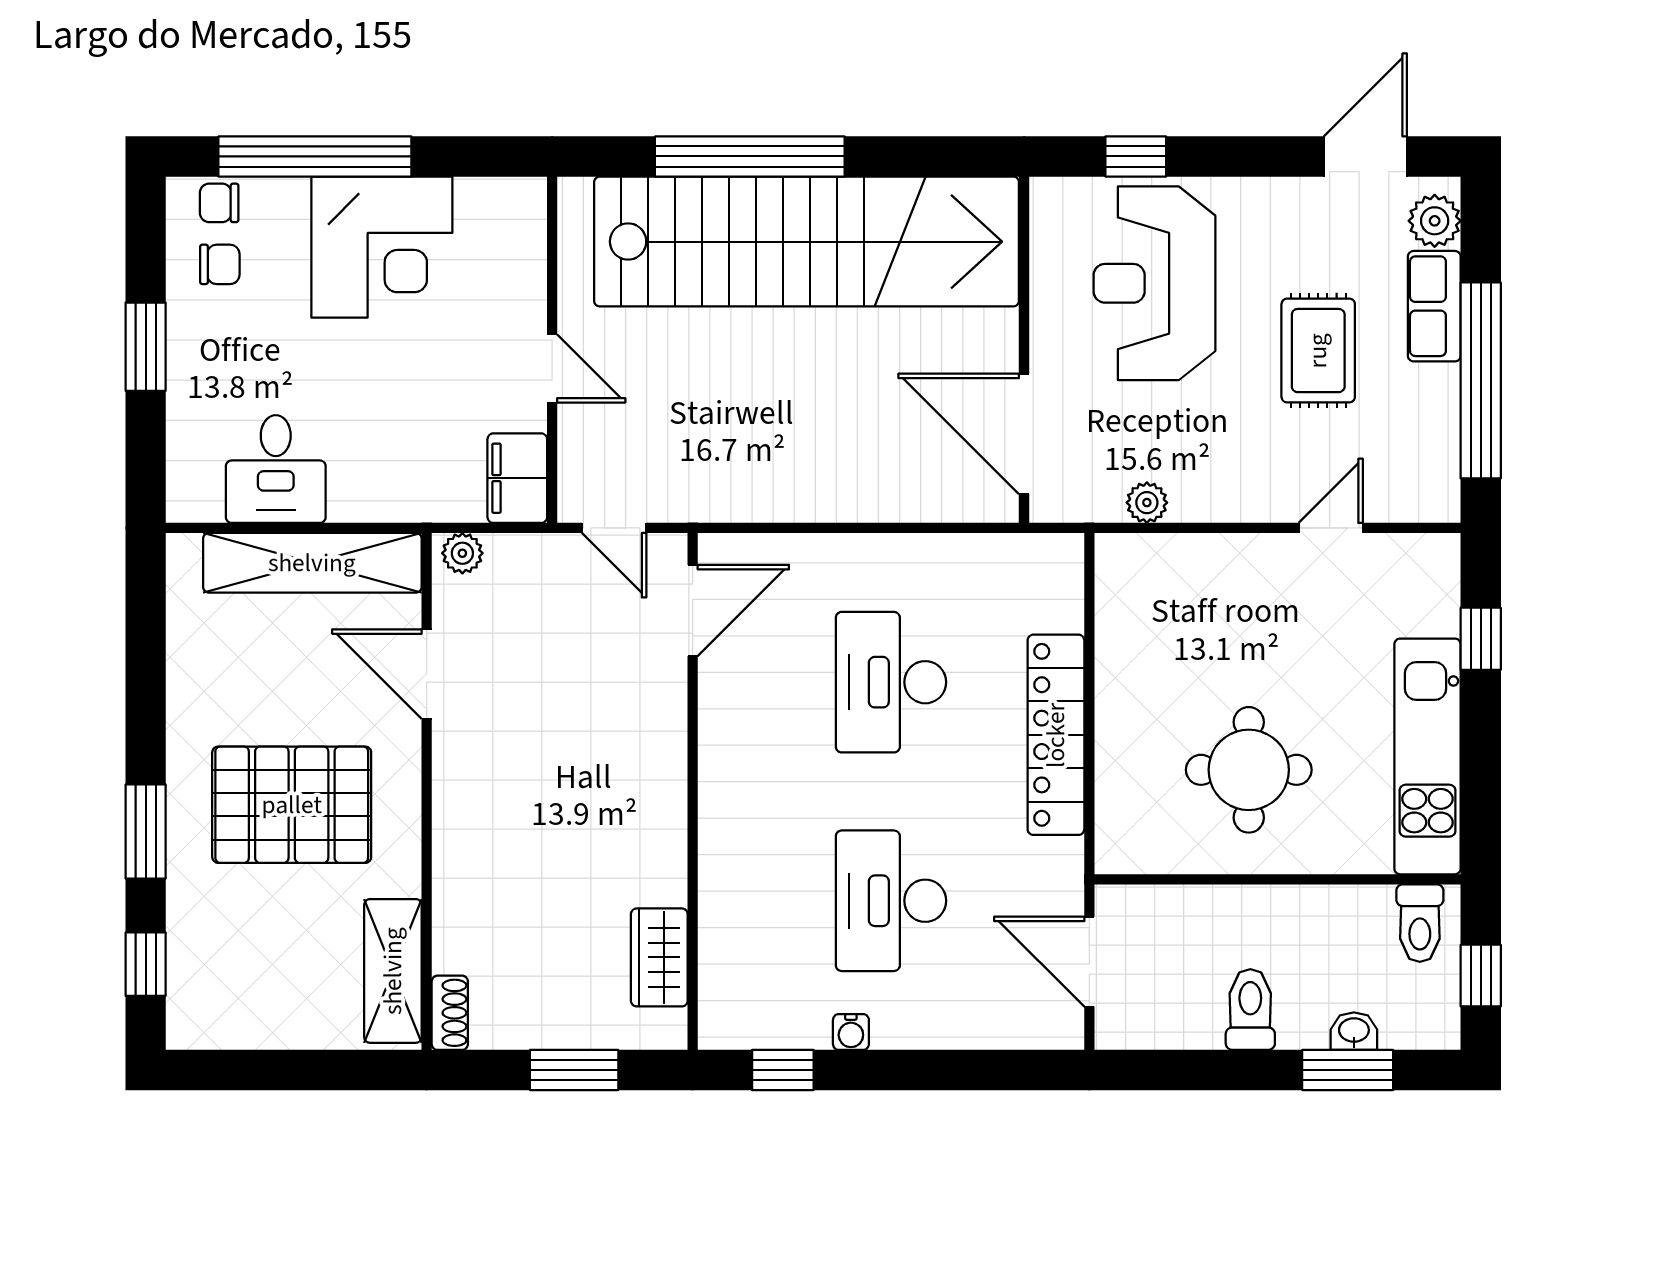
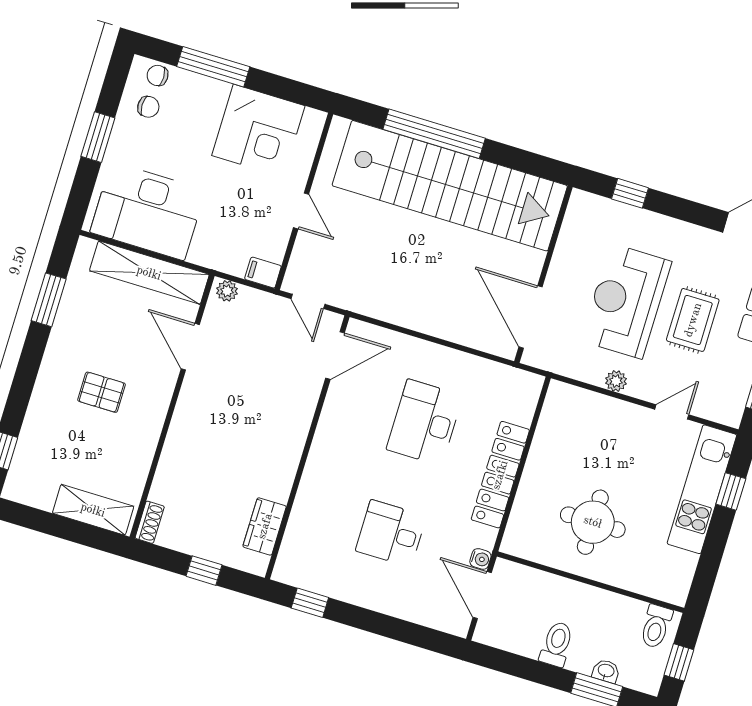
window: (315, 156) -> (213, 67), width x0.68
corner desk: (382, 247) -> (258, 131), moved
reception desk: (1154, 283) -> (626, 301), moved
desk: (276, 469) -> (148, 211), width x1.87, depth x1.30
filing cabinet: (517, 478) -> (263, 273), width x0.50
plant: (1147, 503) -> (616, 381), moved
kitchen unit: (1428, 756) -> (702, 489), moved
pallet: (292, 805) -> (102, 392), width x0.49, depth x0.50
window: (146, 831) -> (49, 300), moved
desk: (891, 901) -> (391, 533), width x0.73
shelving: (393, 971) -> (93, 510), moved, turned 90
water cooler: (851, 1032) -> (480, 559), moved, turned -90
window: (574, 1070) -> (204, 571), width x0.67

